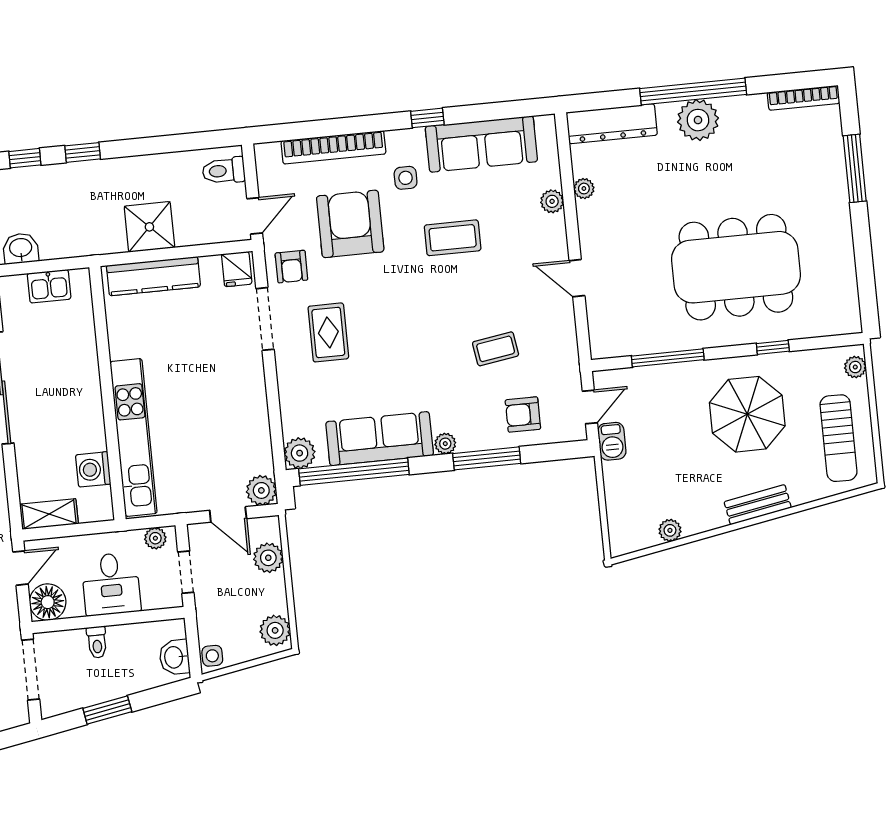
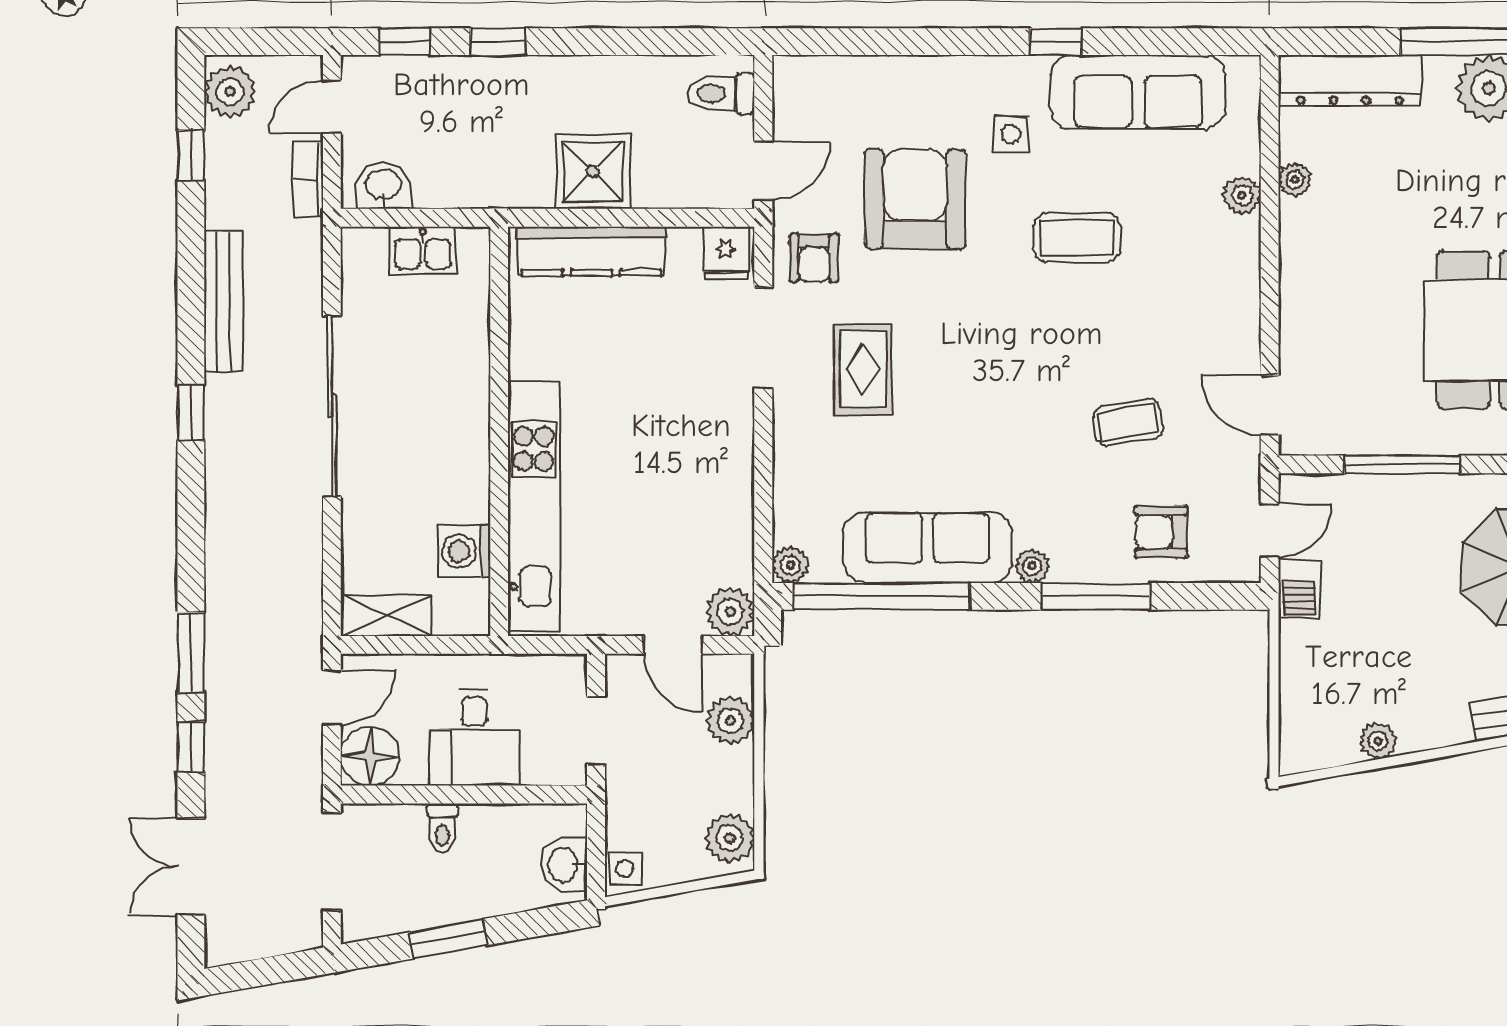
bookcase: (333, 147) -> (900, 74), removed
door: (577, 278) -> (1270, 405), moved
plant: (300, 453) -> (790, 565), width x0.73, depth x0.73
plant: (155, 538) -> (553, 671), removed

